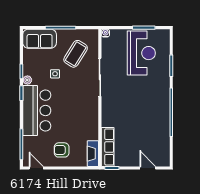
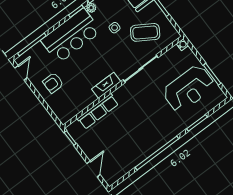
row of seats: (108, 147) -> (98, 111), moved
armchair: (62, 150) -> (53, 83), turned -90
fireplace: (93, 154) -> (106, 85), moved

